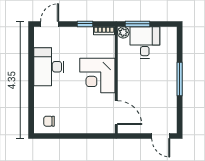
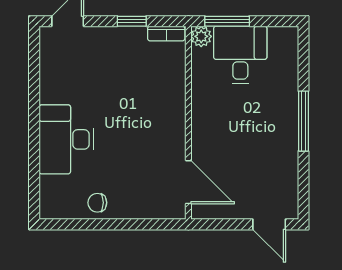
desk: (49, 67) -> (66, 139), moved
corner desk: (97, 76) -> (154, 115), removed
chair: (49, 121) -> (97, 203), moved

